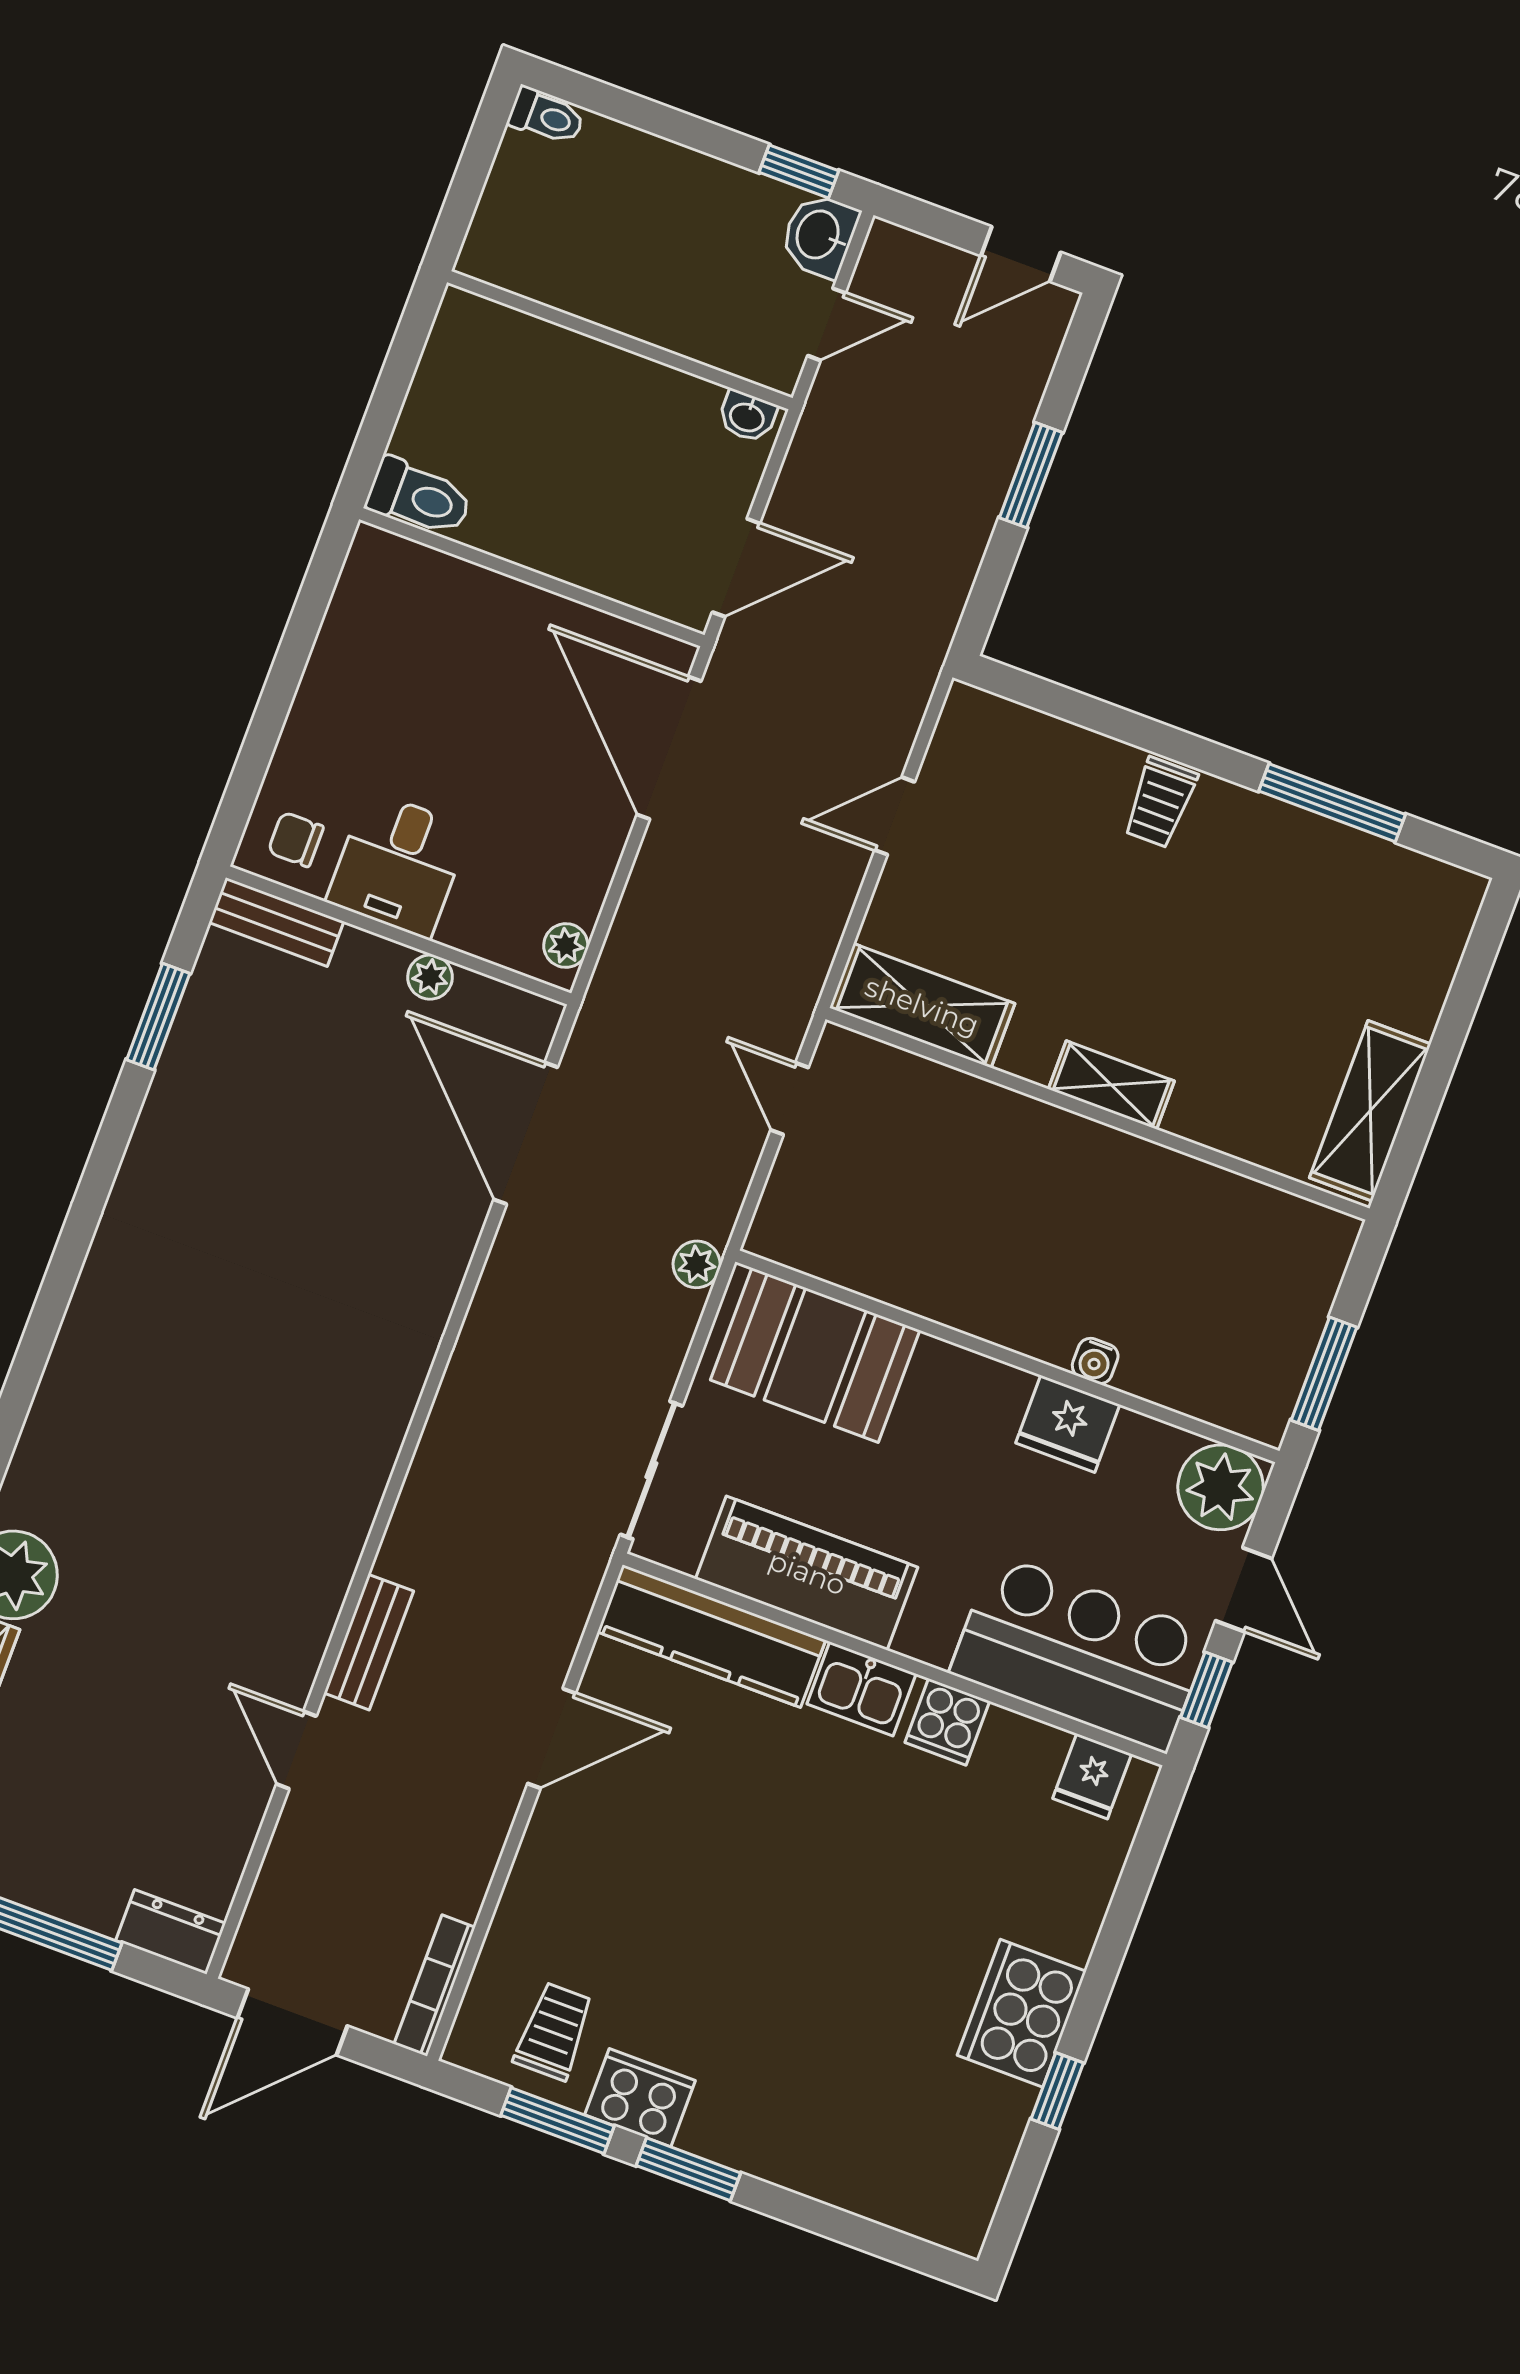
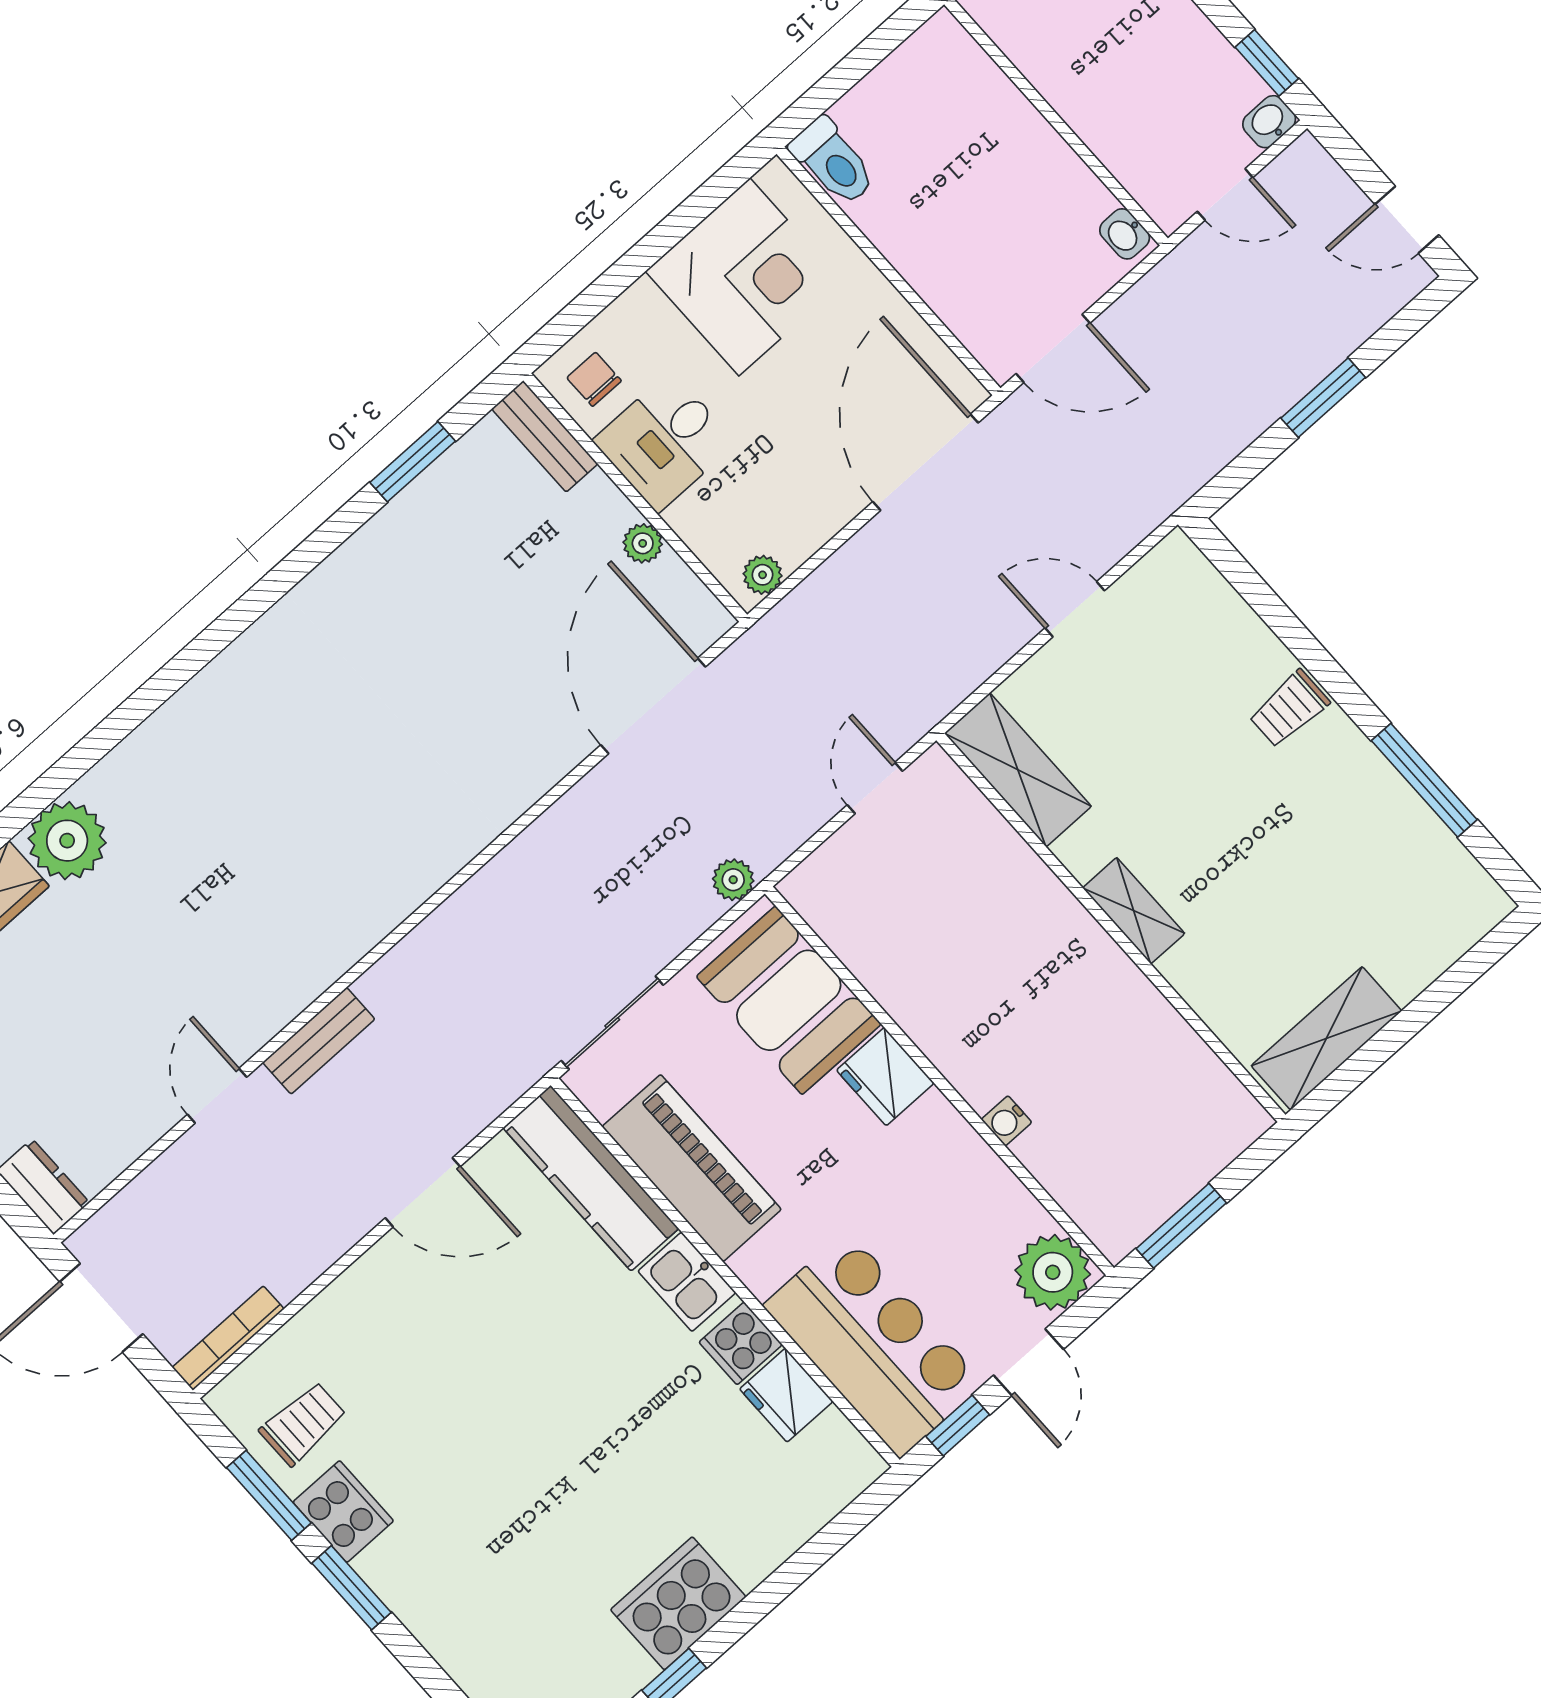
washbasin: (819, 235) -> (1269, 122), width x0.72, depth x0.69
corner desk: (391, 659) -> (744, 277), added
fridge: (1068, 1424) -> (885, 1077), moved
fridge: (1092, 1776) -> (786, 1395), moved, width x1.38

